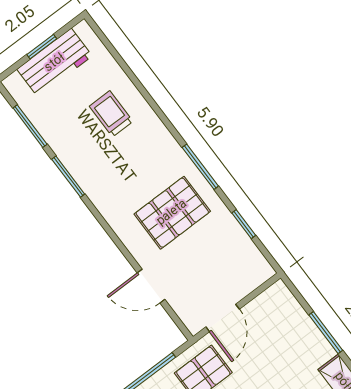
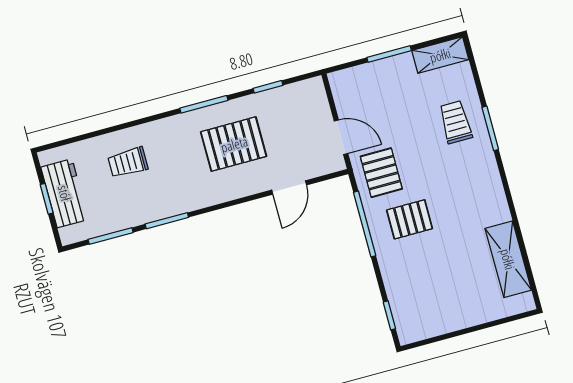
pallet: (172, 213) -> (234, 144), turned 90

